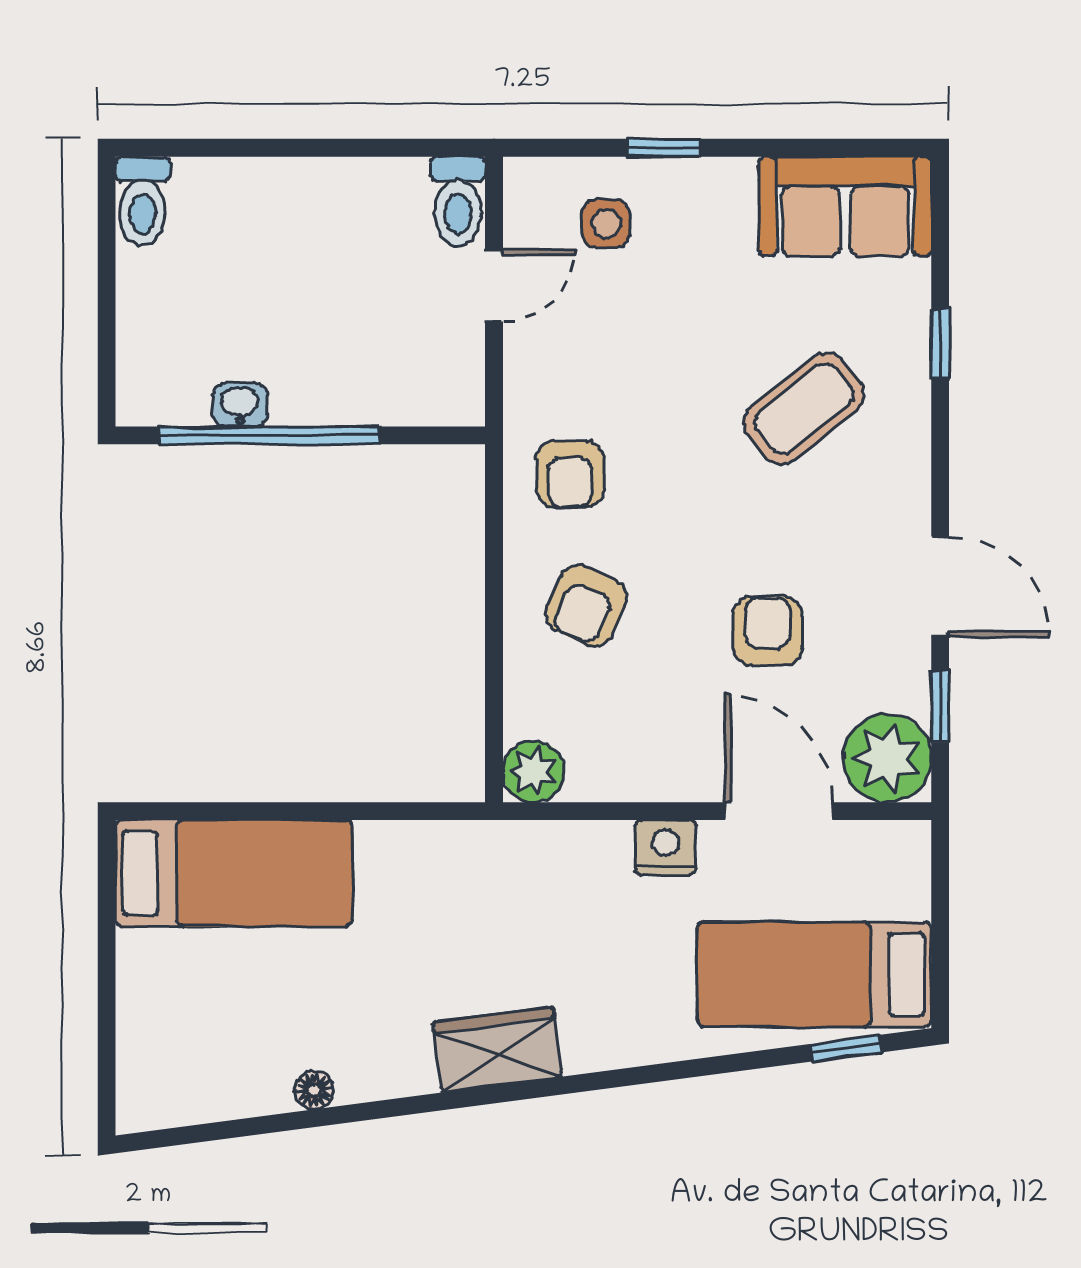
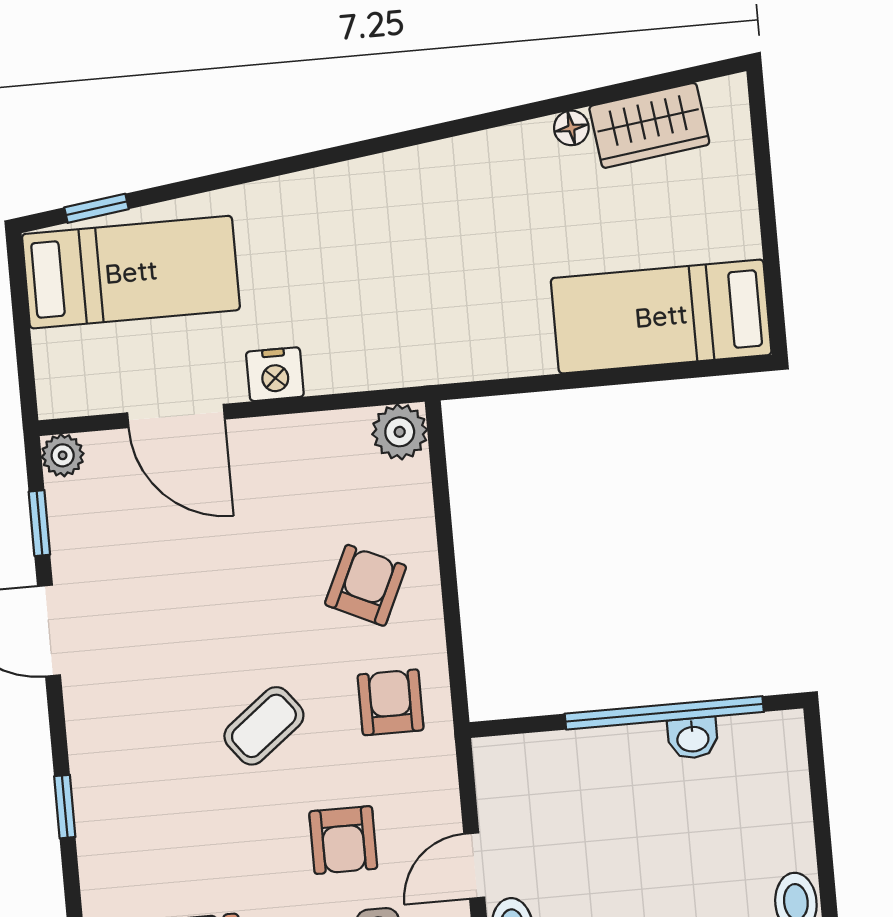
window: (940, 344) -> (65, 807), moved
coffee table: (804, 408) -> (264, 726), moved, width x0.73, depth x0.77
armchair: (768, 631) -> (343, 840), moved
plant: (887, 758) -> (63, 455), width x0.53, depth x0.53
wardrobe: (497, 1050) -> (649, 125), moved

